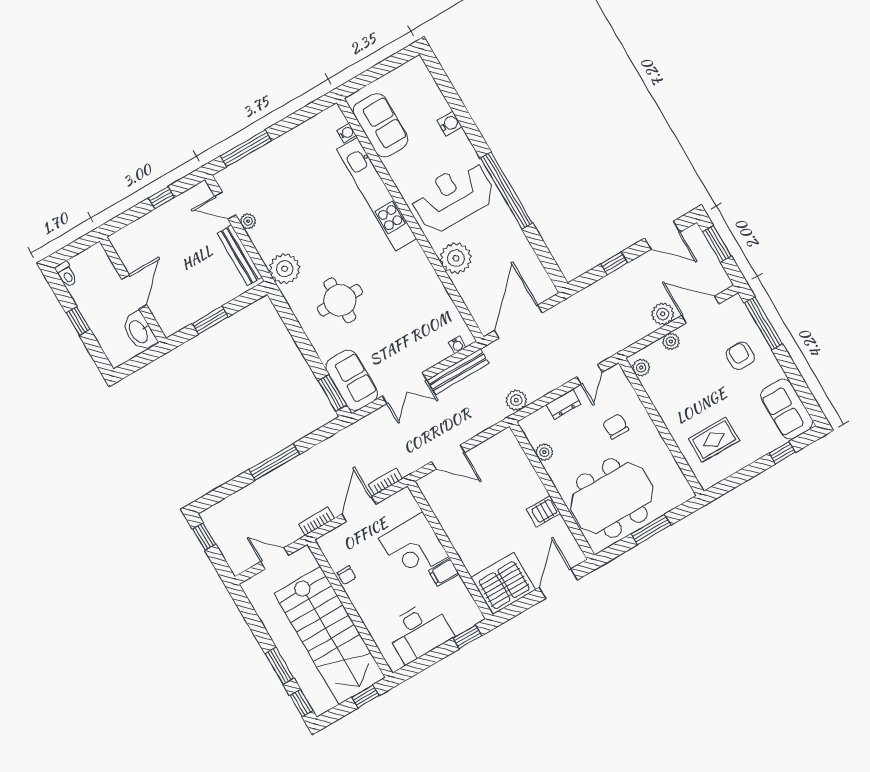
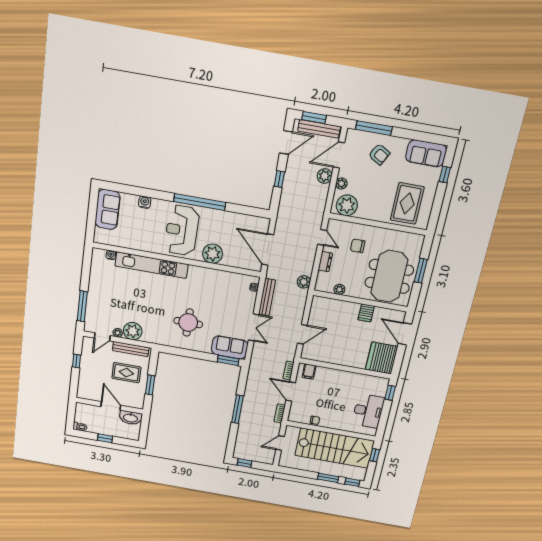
sofa: (381, 125) -> (108, 209), moved, turned 90
bench: (709, 261) -> (319, 129), added
plant: (285, 269) -> (133, 331), moved
rug: (201, 275) -> (126, 373), added
armchair: (740, 356) -> (379, 154), turned -152
plant: (641, 368) -> (347, 205), width x1.88, depth x1.88
rug: (714, 440) -> (407, 203), width x1.36, depth x1.43
corner desk: (414, 547) -> (329, 383), removed
filing cabinet: (444, 572) -> (309, 371), moved

